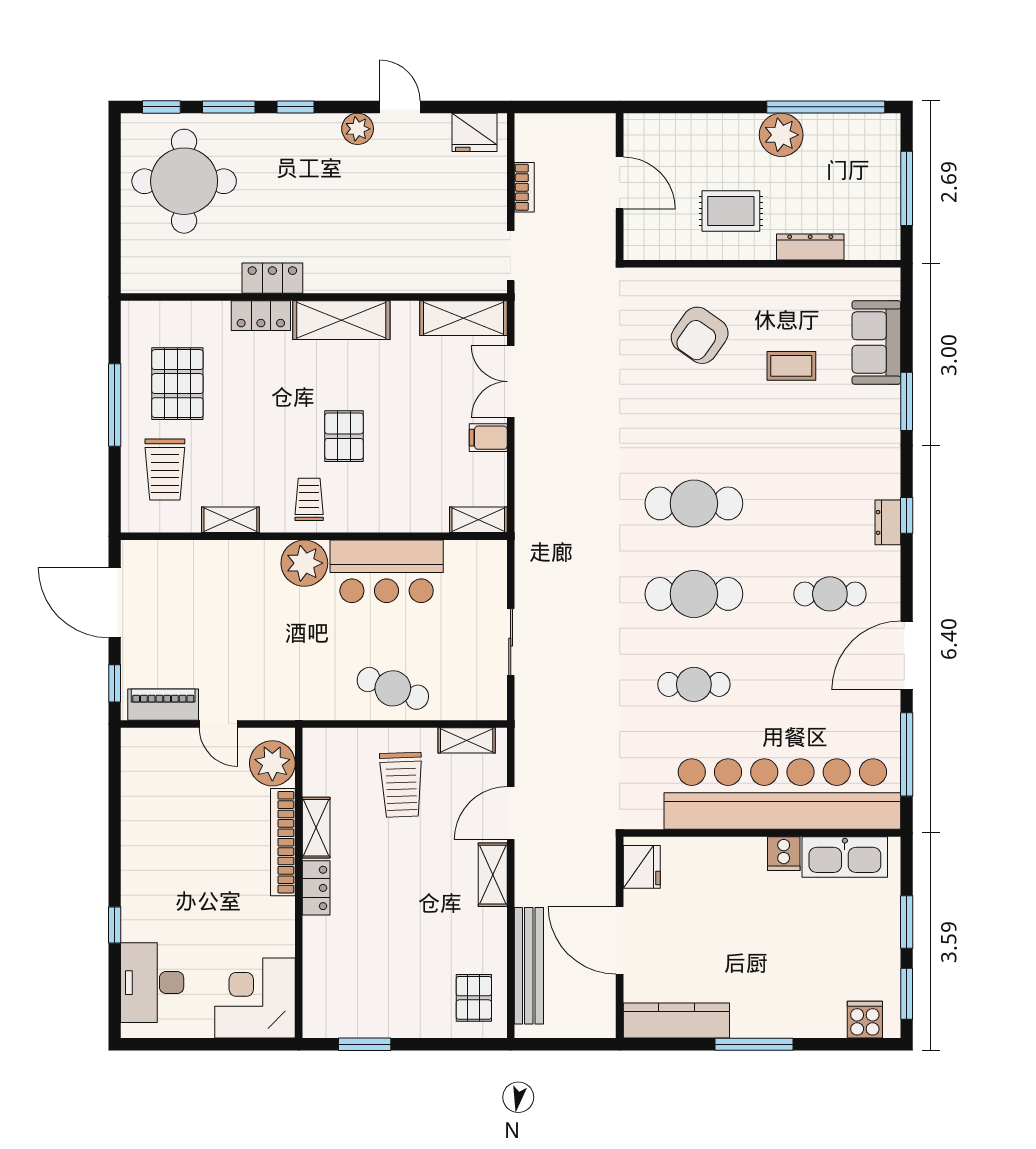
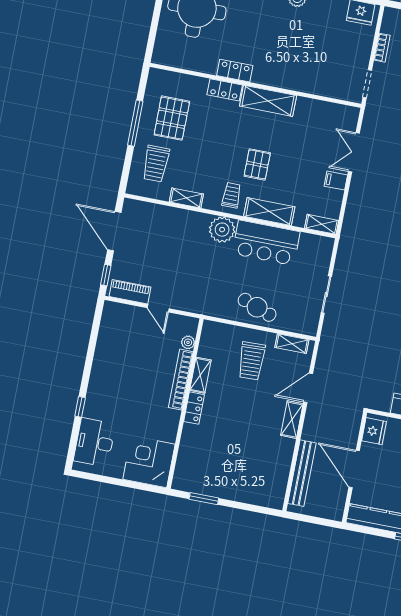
shelving: (463, 318) -> (269, 212), moved
plant: (272, 763) -> (188, 342), width x0.53, depth x0.53
pallet: (474, 998) -> (268, 485), removed

